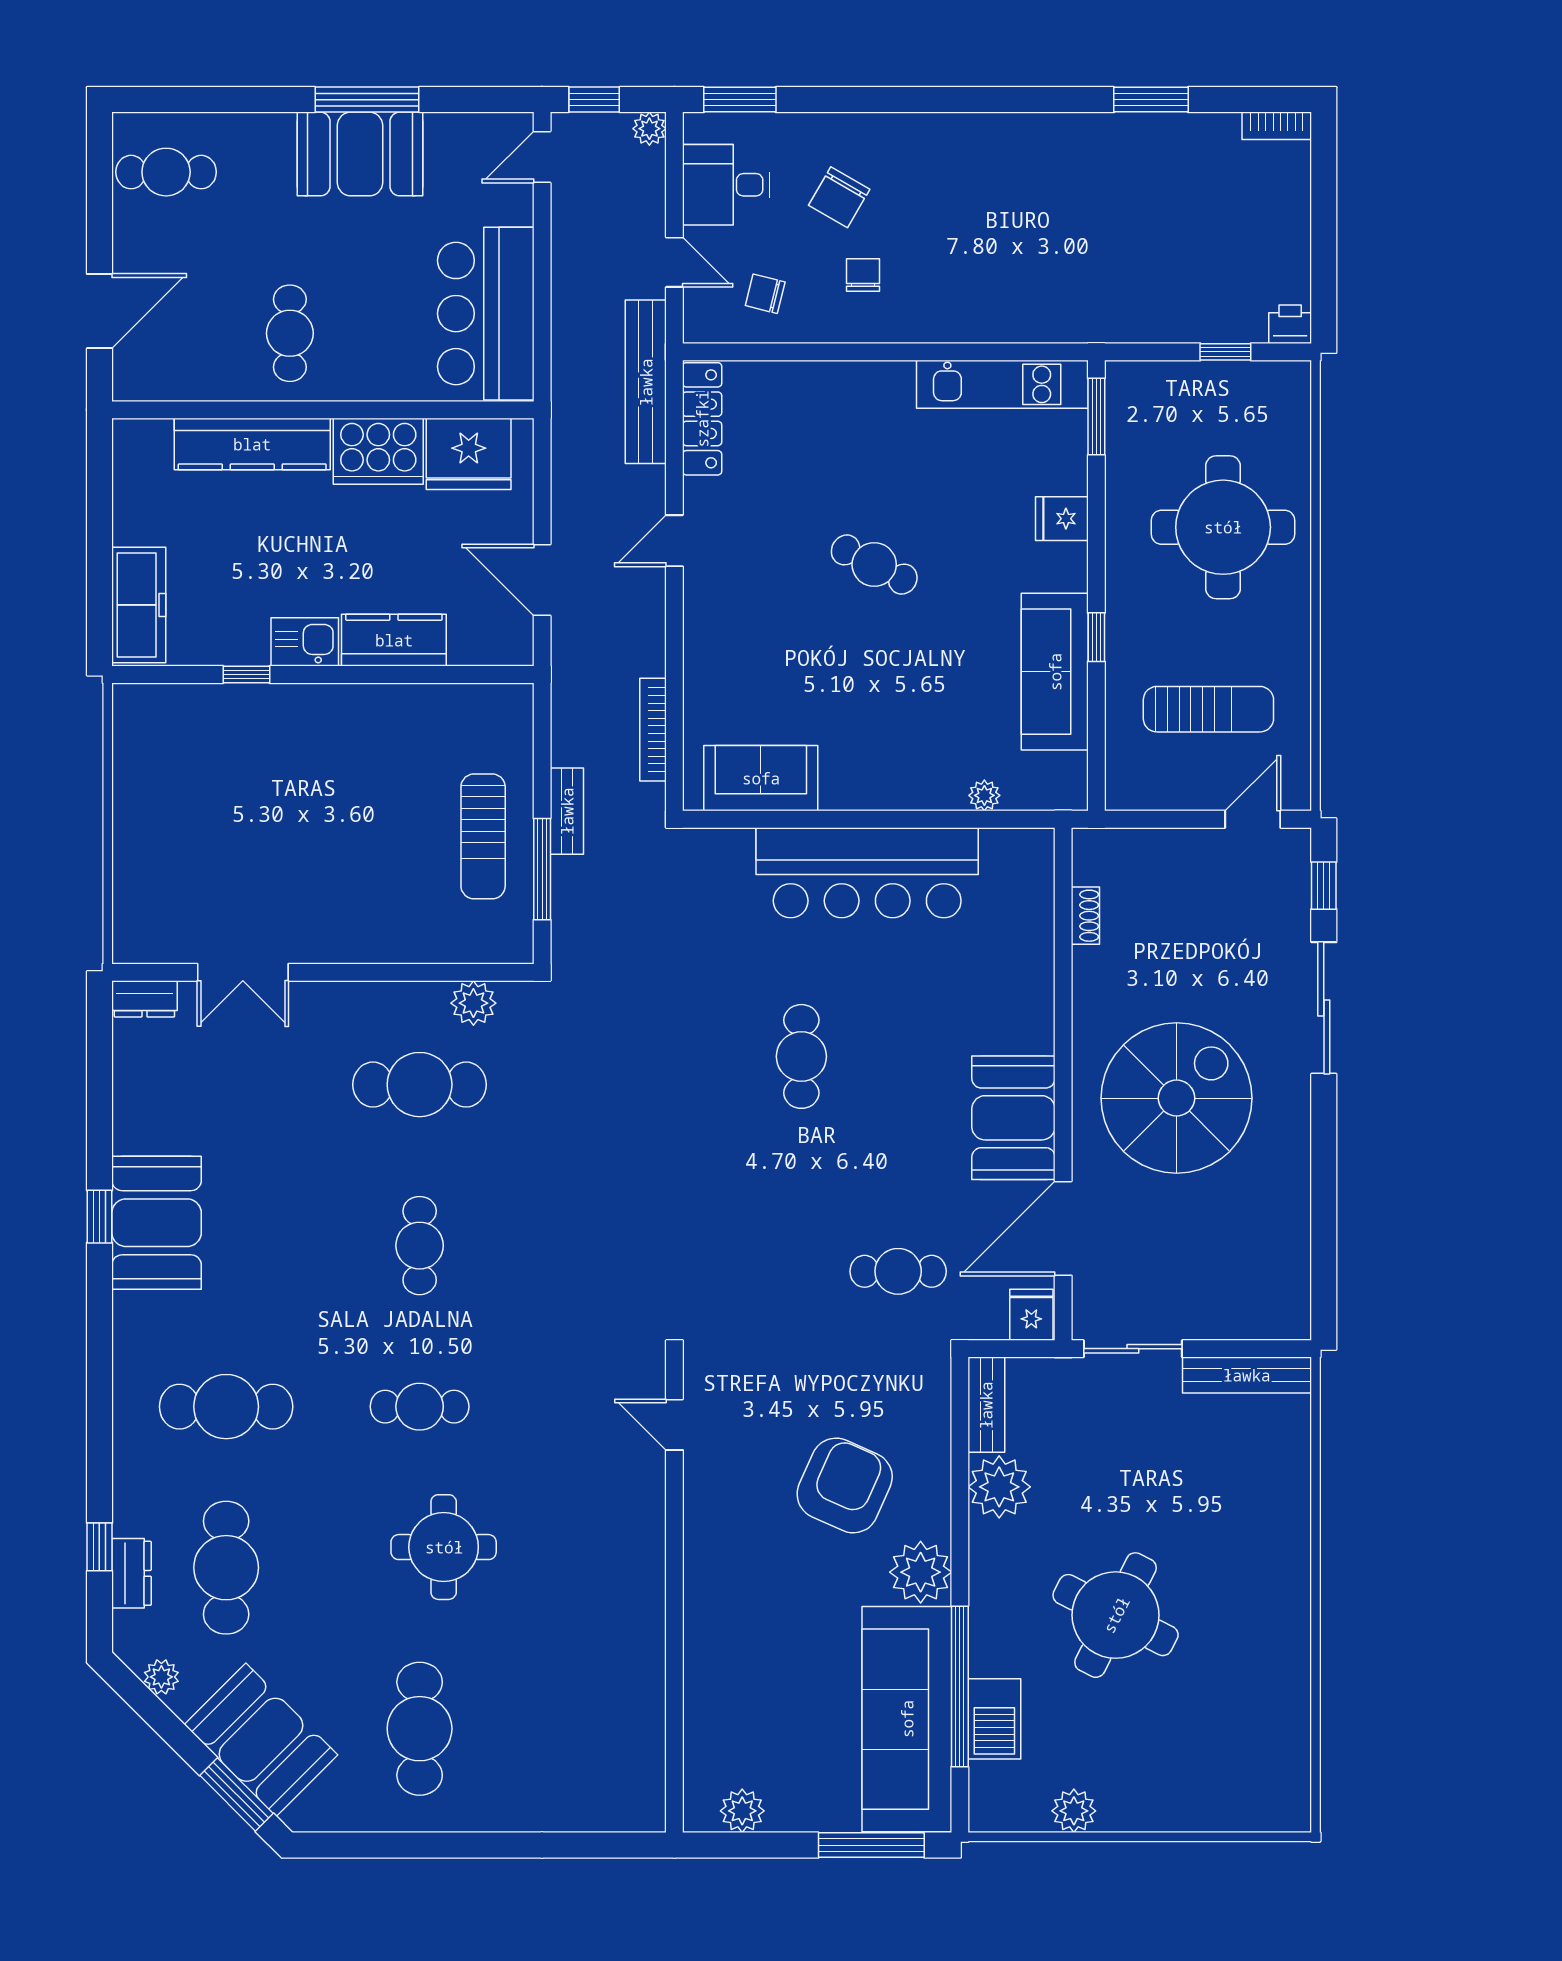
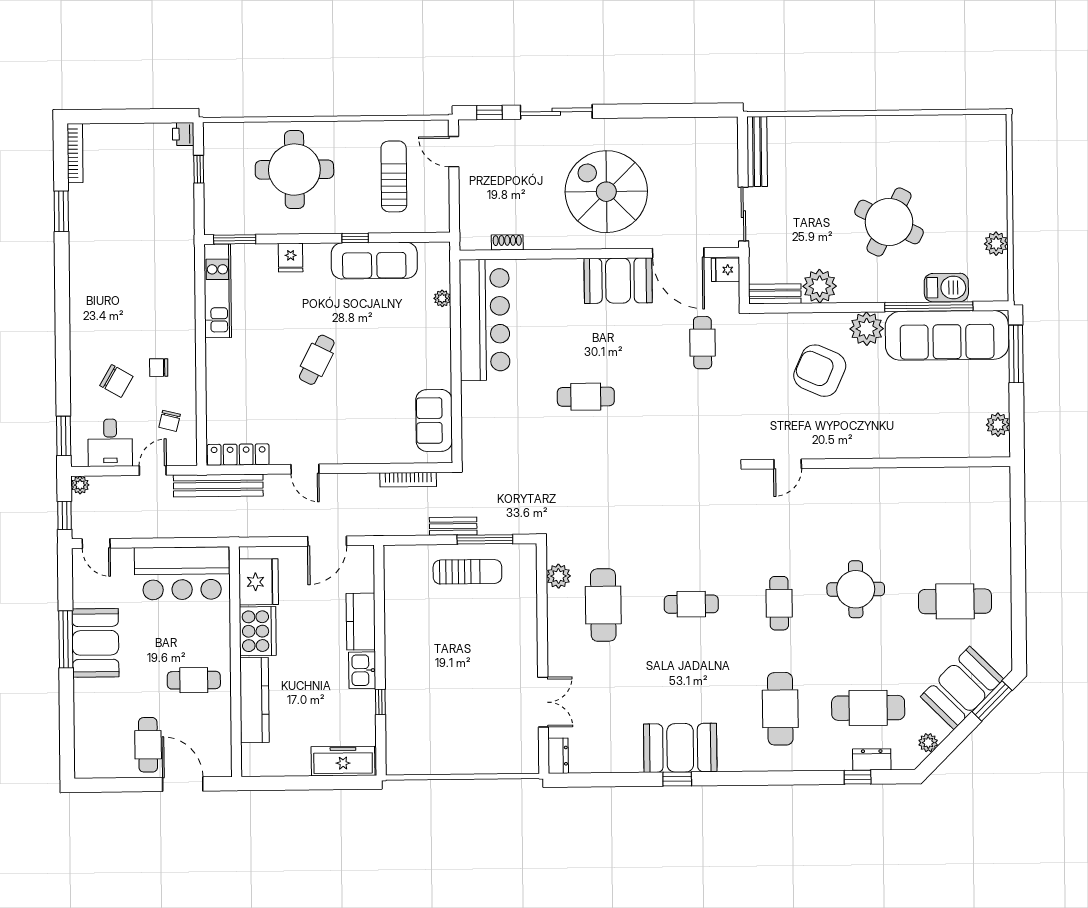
bookcase: (1277, 126) -> (75, 153), width x1.56
cafe table: (166, 172) -> (148, 745), moved
bar counter: (867, 873) -> (485, 320), moved

